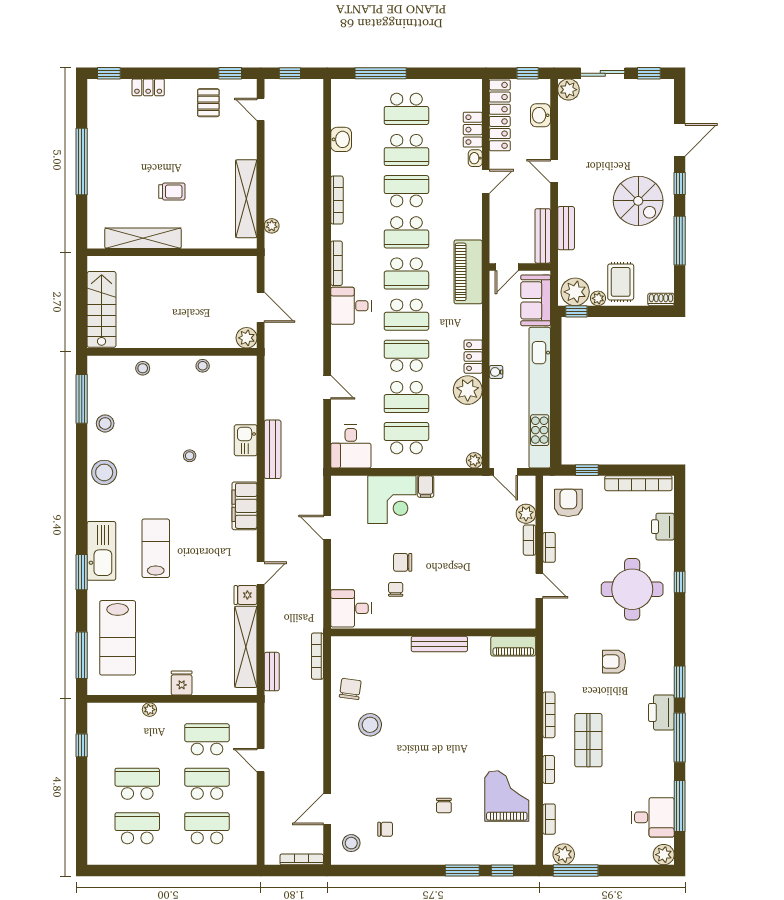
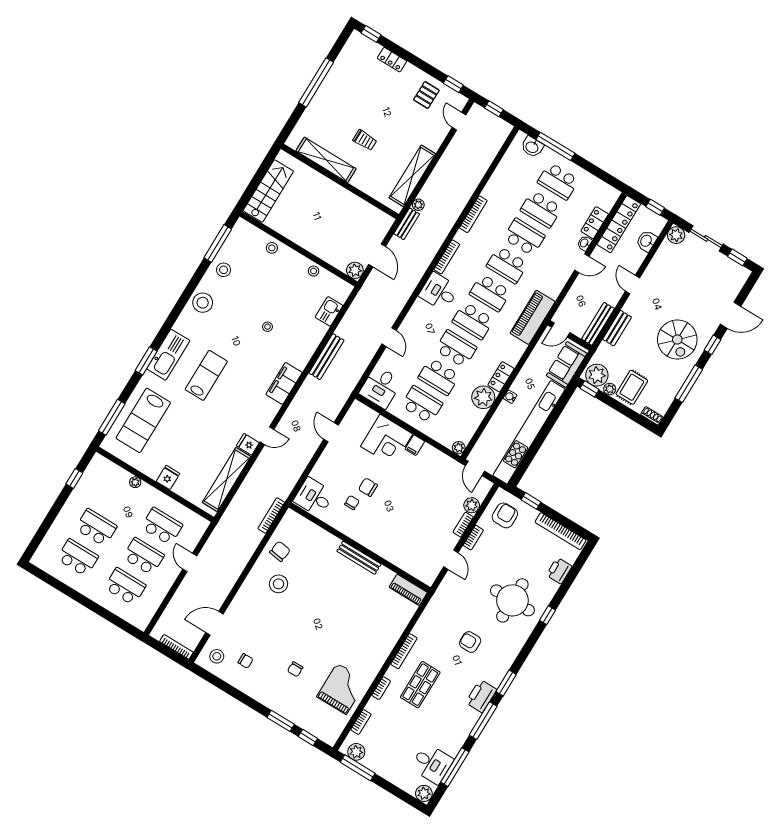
washbasin: (341, 139) -> (532, 147), moved, turned 90
kitchen sink: (246, 440) -> (329, 311), moved
bench: (272, 672) -> (407, 224), moved

